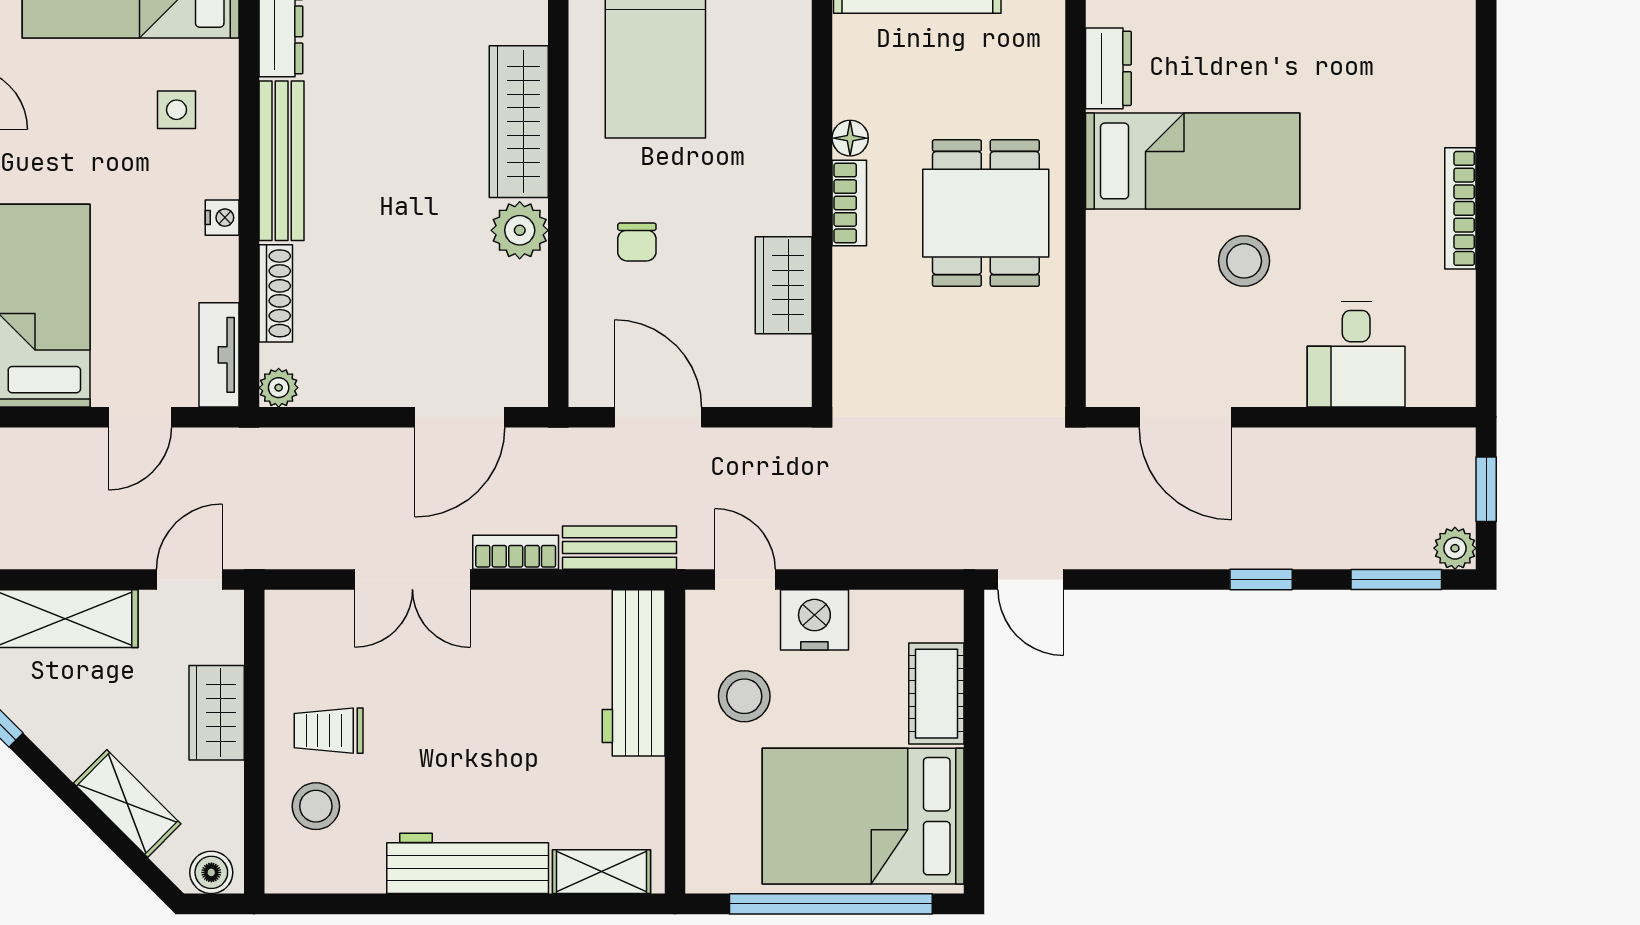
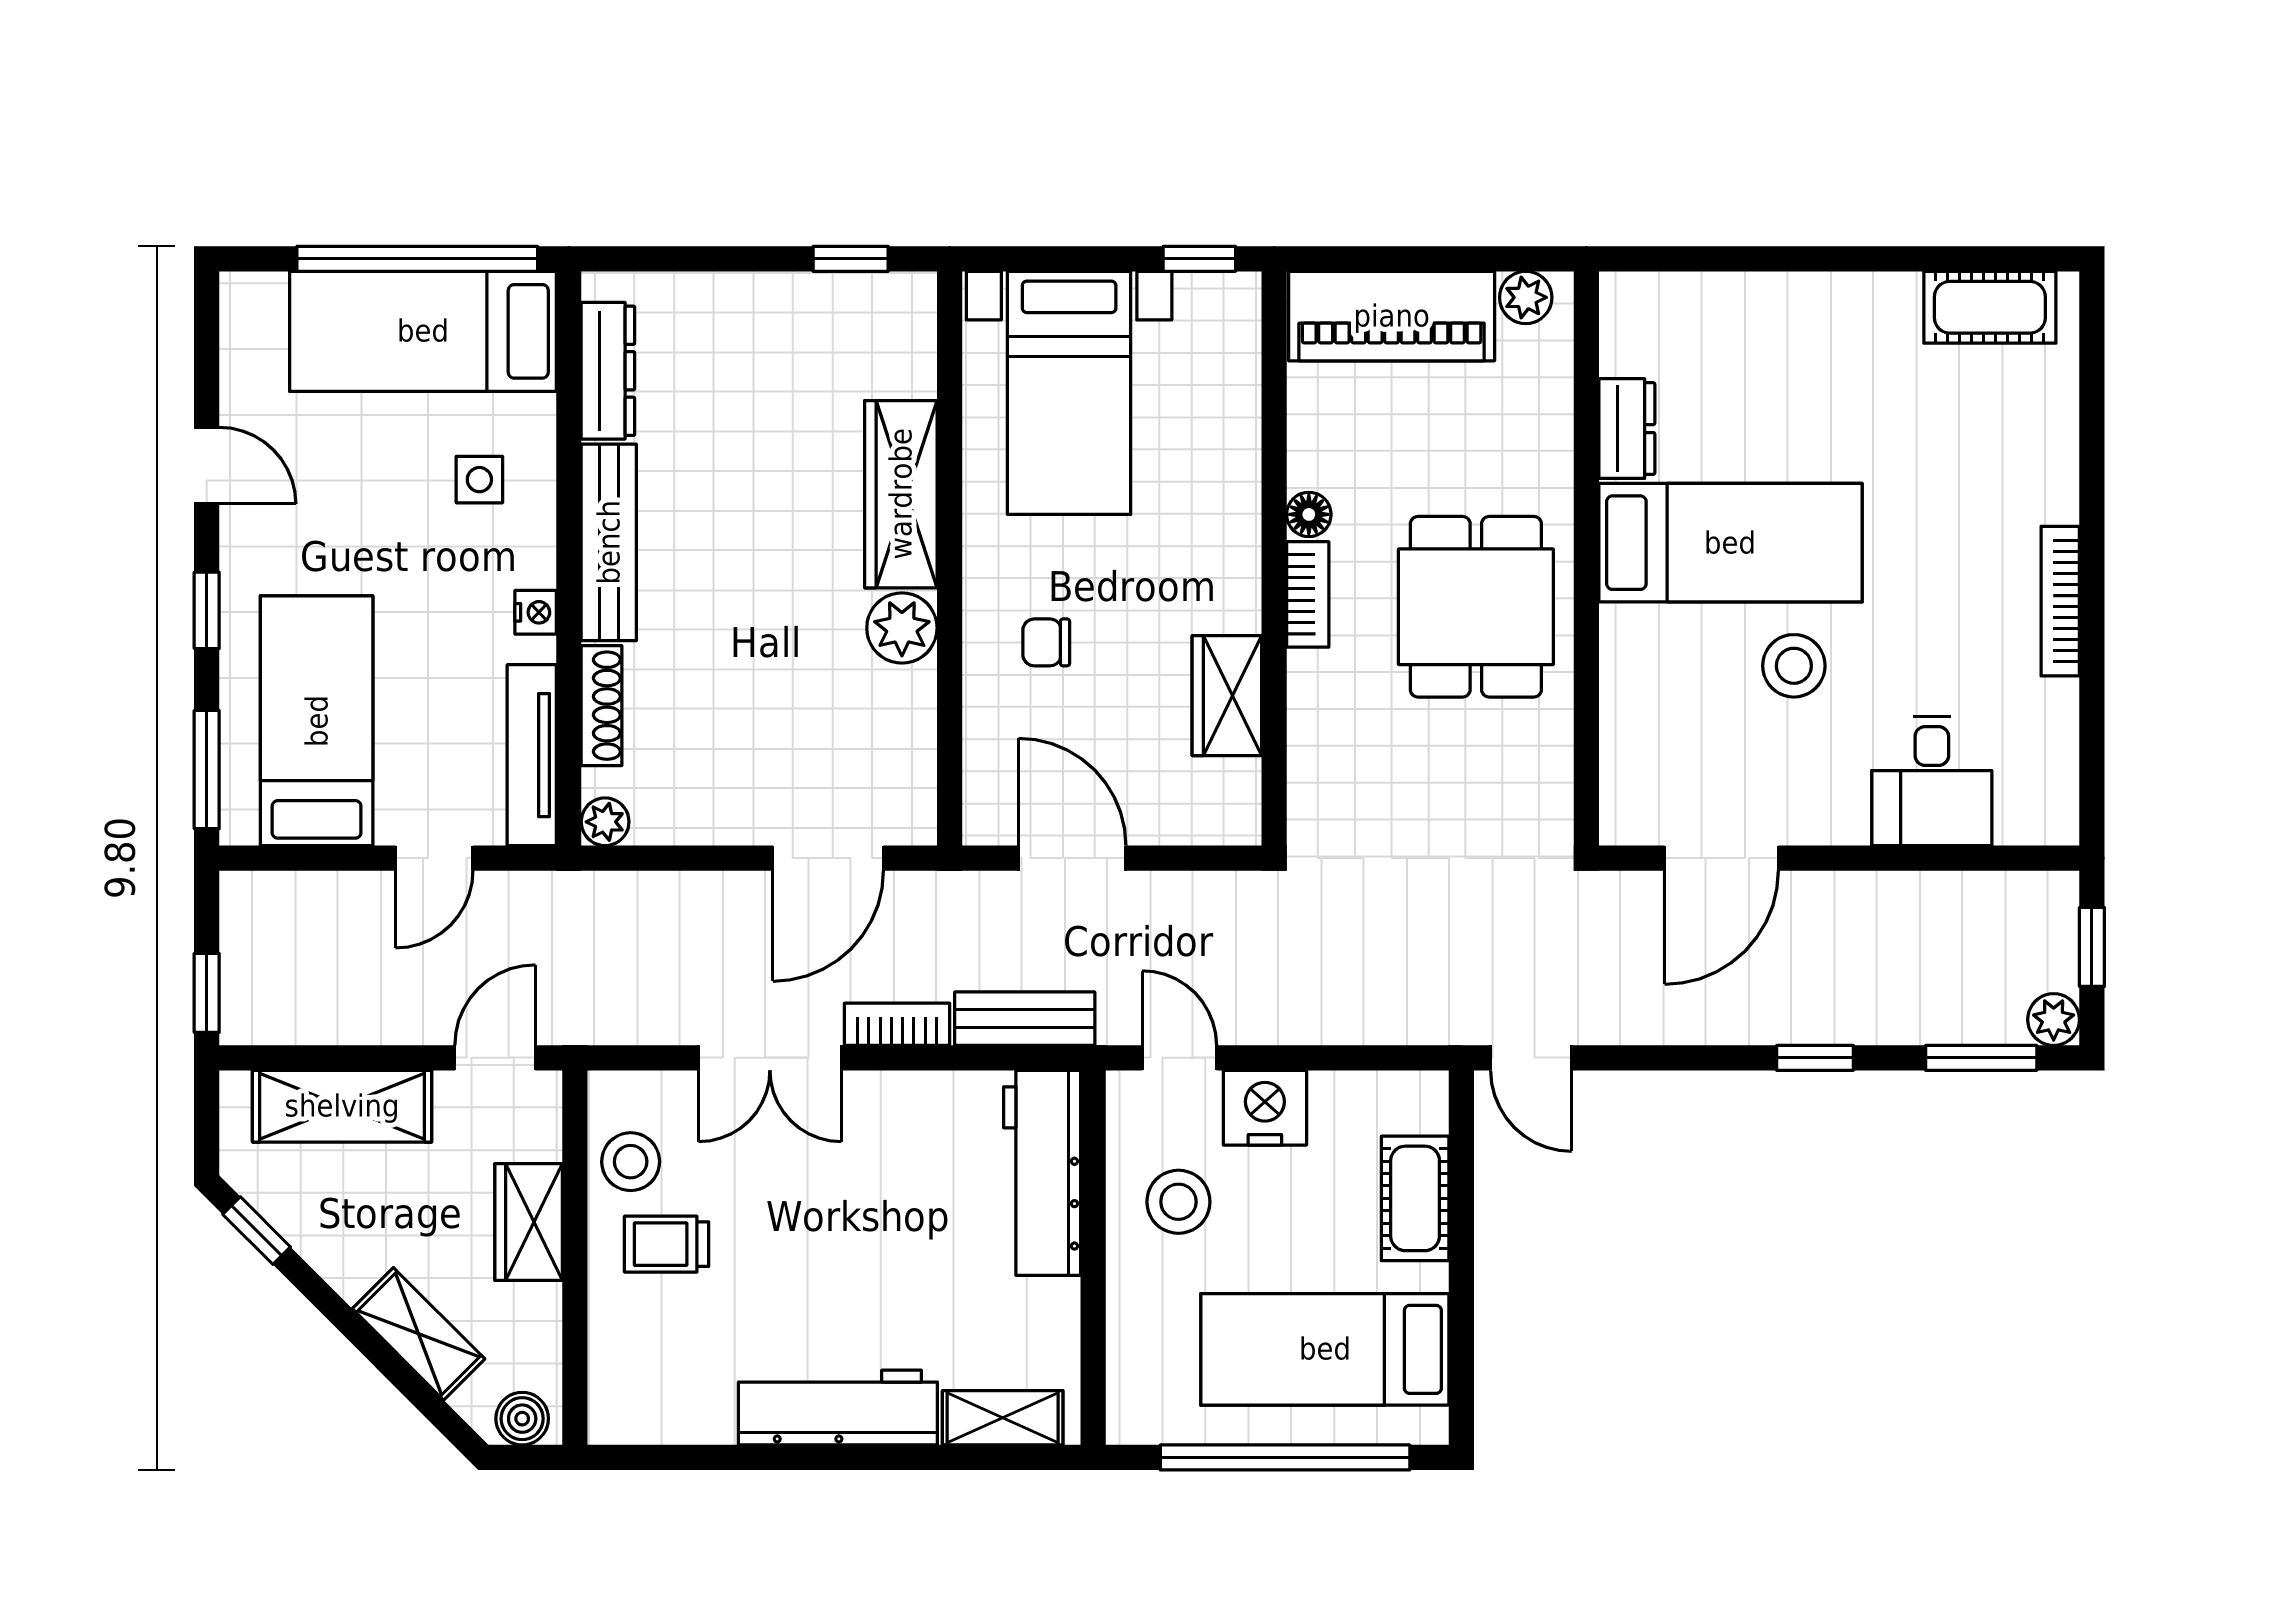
chair: (637, 242) -> (1046, 642), turned 90
tv unit: (219, 355) -> (532, 755), width x1.41
door: (1185, 417) -> (1722, 858), hinge flipped
stool: (316, 806) -> (631, 1162), moved
bed: (863, 816) -> (1325, 1349), width x0.67

